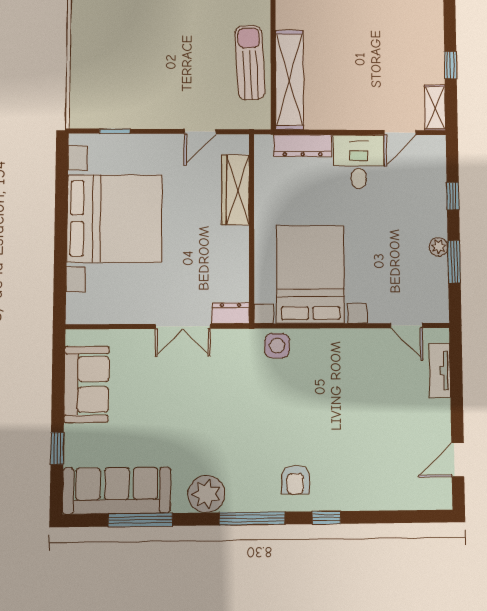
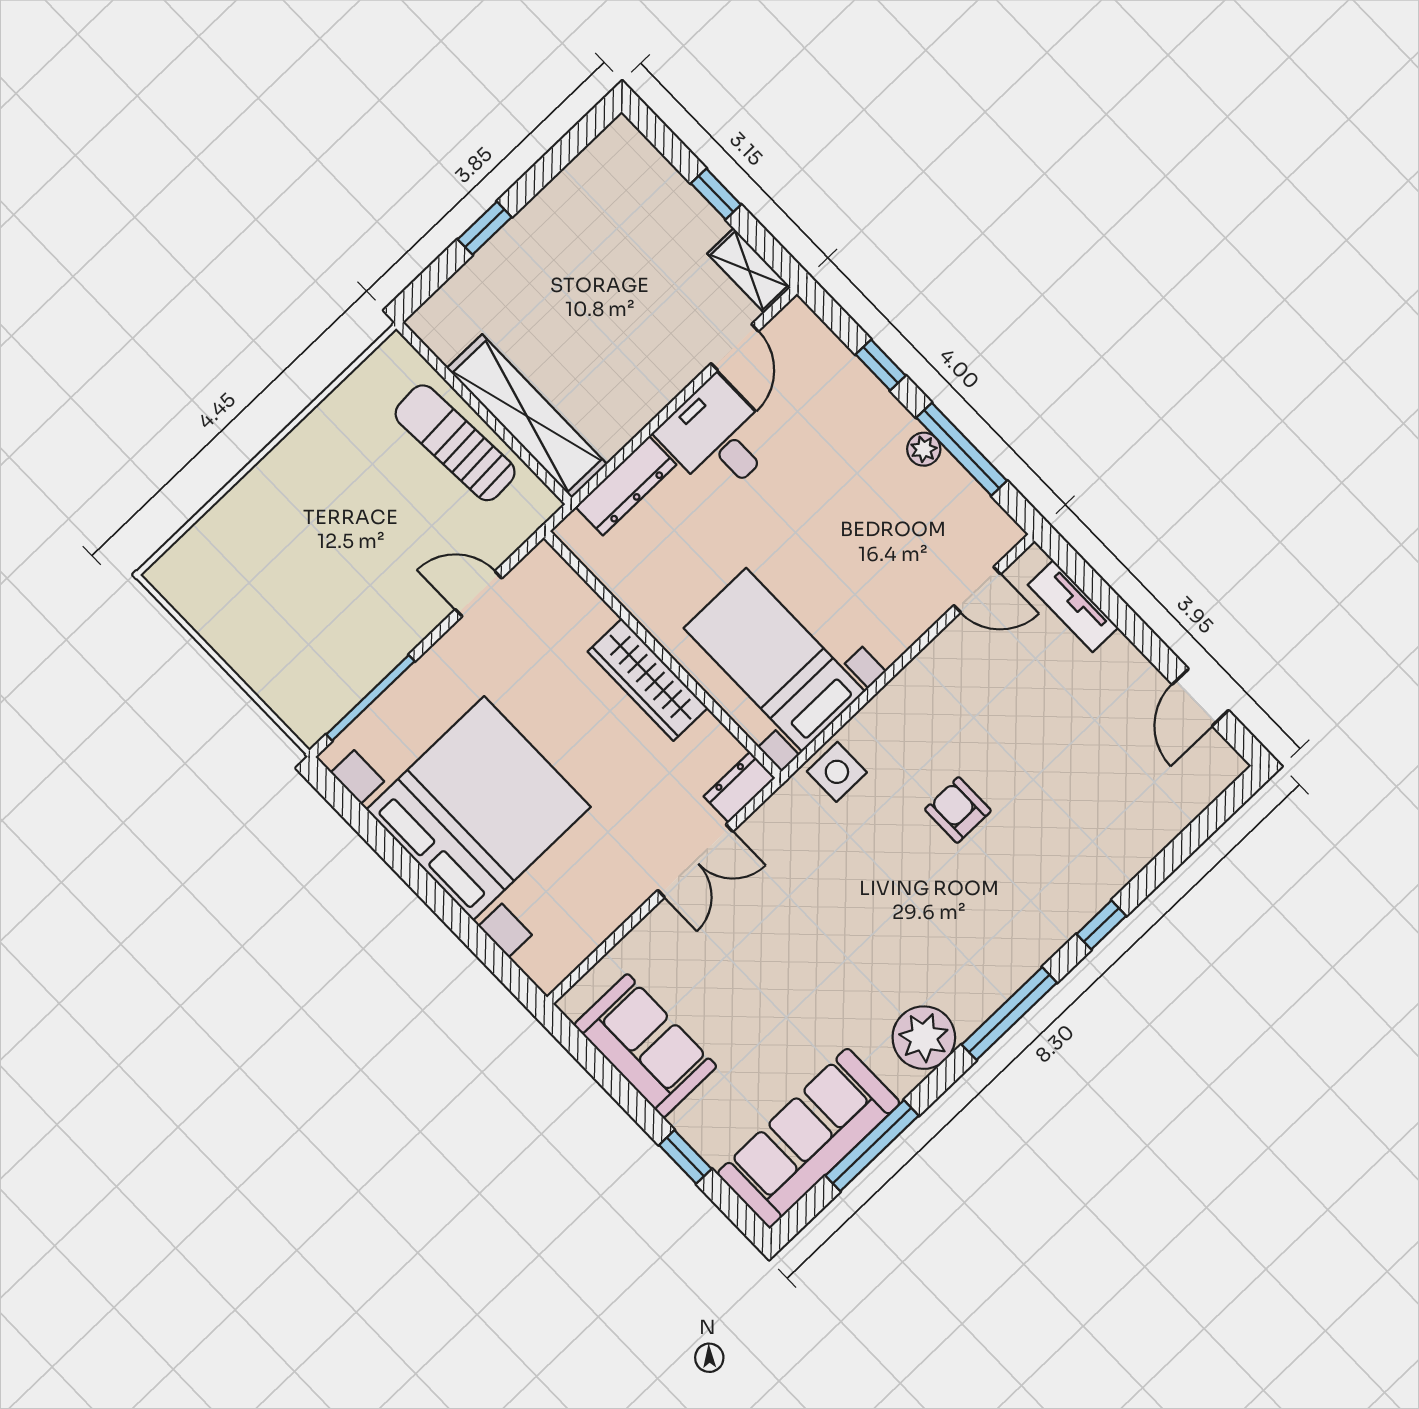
window: (115, 131) -> (370, 698), width x2.17
door: (200, 132) -> (479, 594), swing flipped
wardrobe: (235, 190) -> (648, 680), moved
window: (454, 262) -> (962, 449), width x1.44
bed with nightstands: (310, 274) -> (774, 660), width x0.73
armchair: (295, 480) -> (958, 810), moved, turned 180

